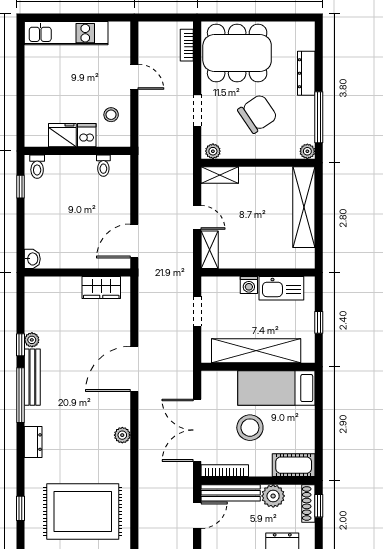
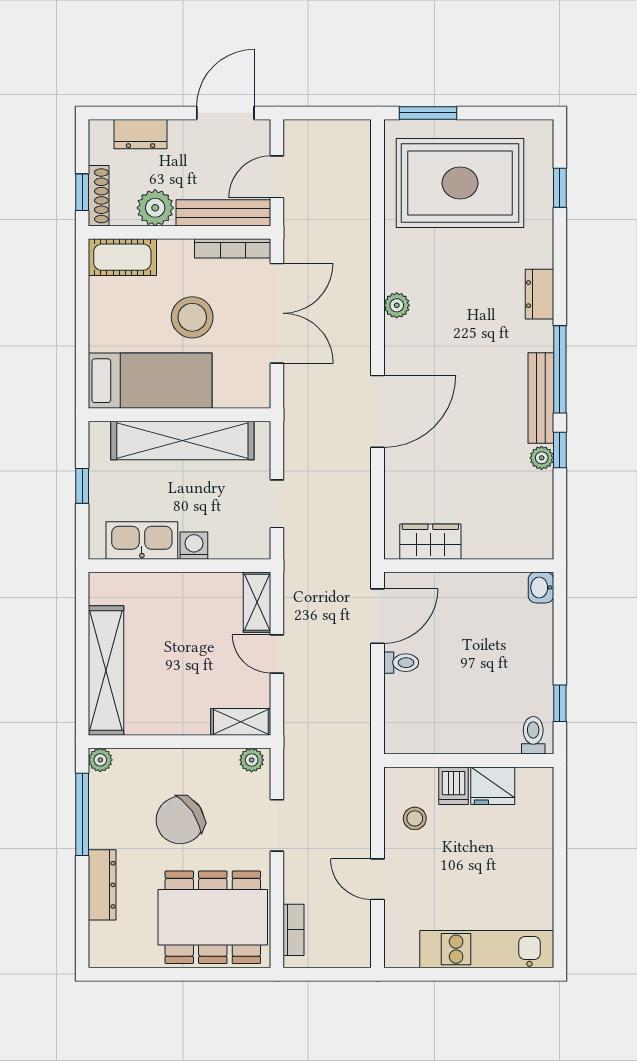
toilet: (103, 166) -> (401, 663), moved, turned 90

